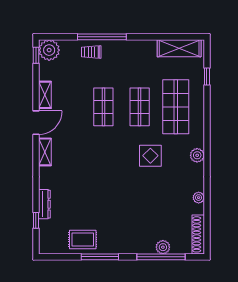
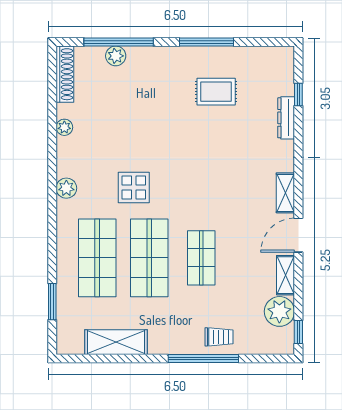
shelving: (179, 48) -> (116, 342), moved
plant: (49, 50) -> (279, 311), moved
window: (207, 76) -> (52, 302), width x1.50
shop shelf: (140, 107) -> (149, 258), width x1.43, depth x1.36
rug: (83, 240) -> (216, 92), moved

